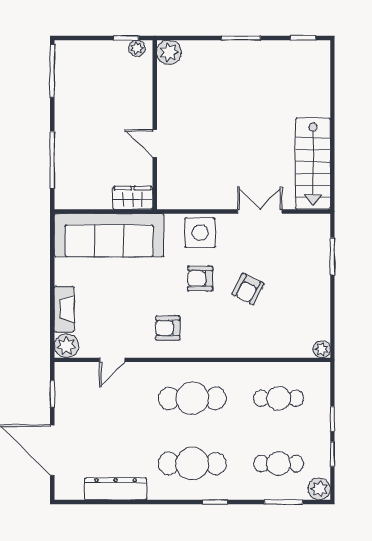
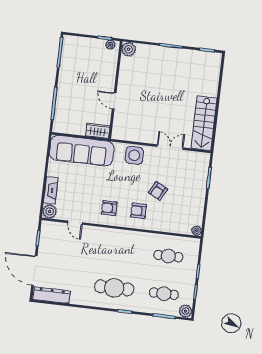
armchair: (200, 279) -> (139, 211), moved
door: (112, 360) -> (75, 223), hinge flipped
cafe table: (192, 398) -> (119, 250), removed
dresser: (116, 489) -> (52, 295), moved

